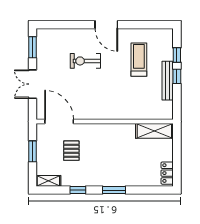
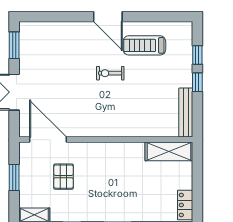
treadmill: (139, 60) -> (144, 45), moved, turned -90
exercise bike: (85, 61) -> (110, 73), moved, width x0.73, depth x0.72
bench: (168, 81) -> (186, 113), moved

